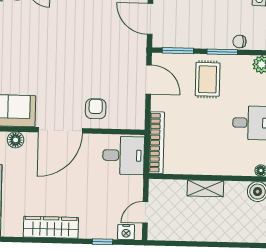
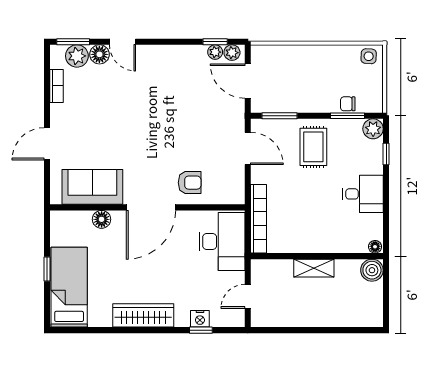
window: (222, 52) -> (348, 116), moved
armchair: (96, 109) -> (190, 183), turned 90
desk: (124, 155) -> (222, 241), width x1.37
nightstand: (126, 232) -> (200, 319), moved

